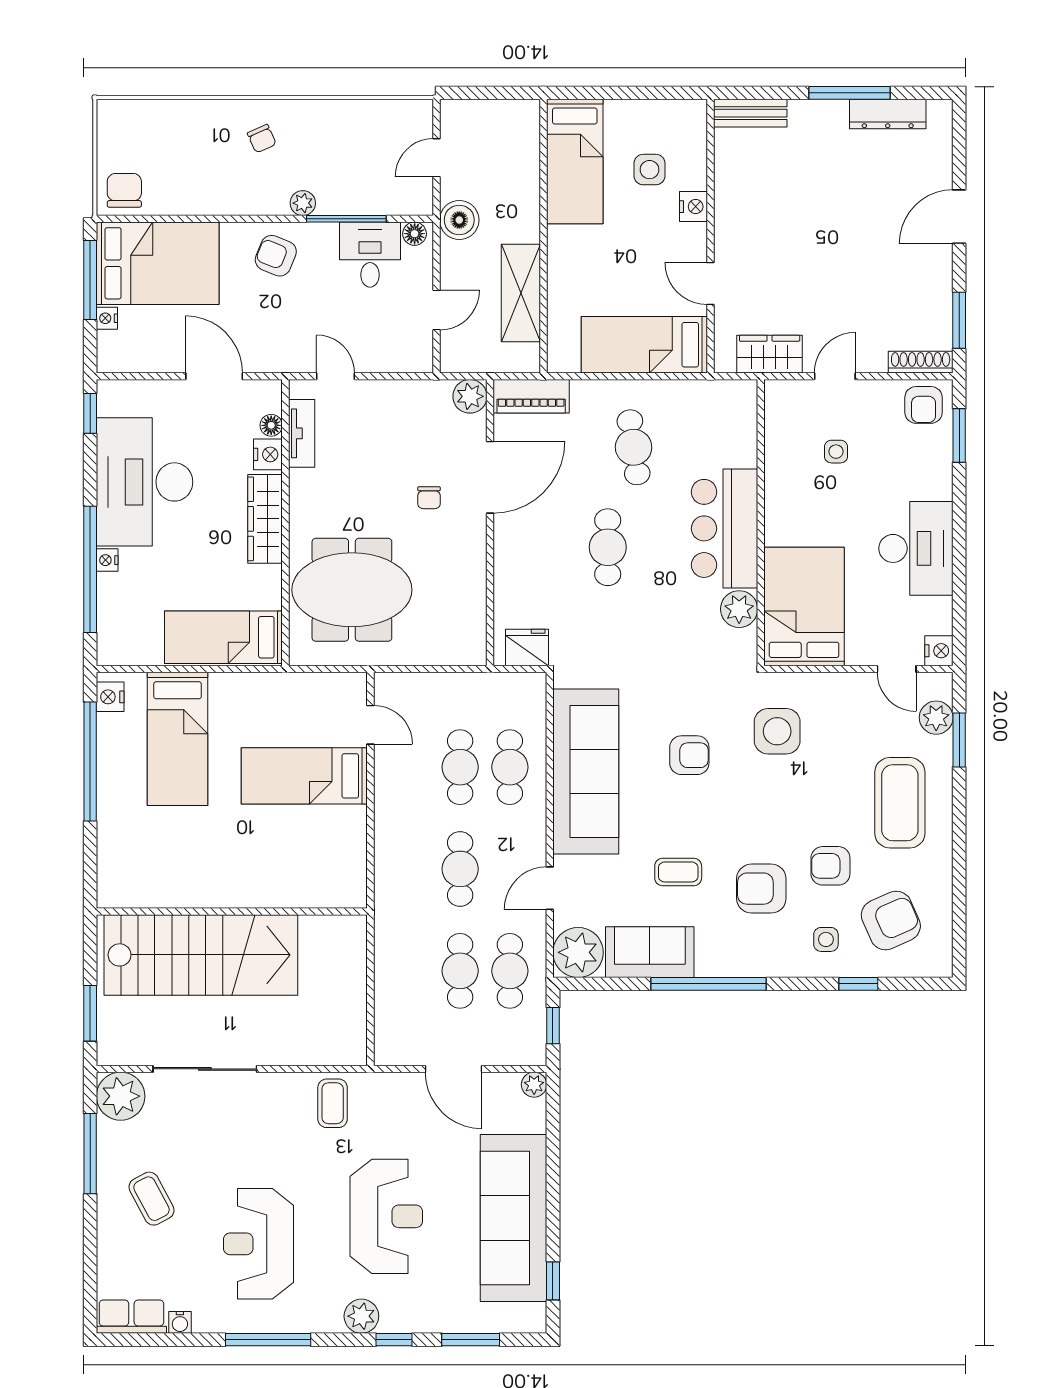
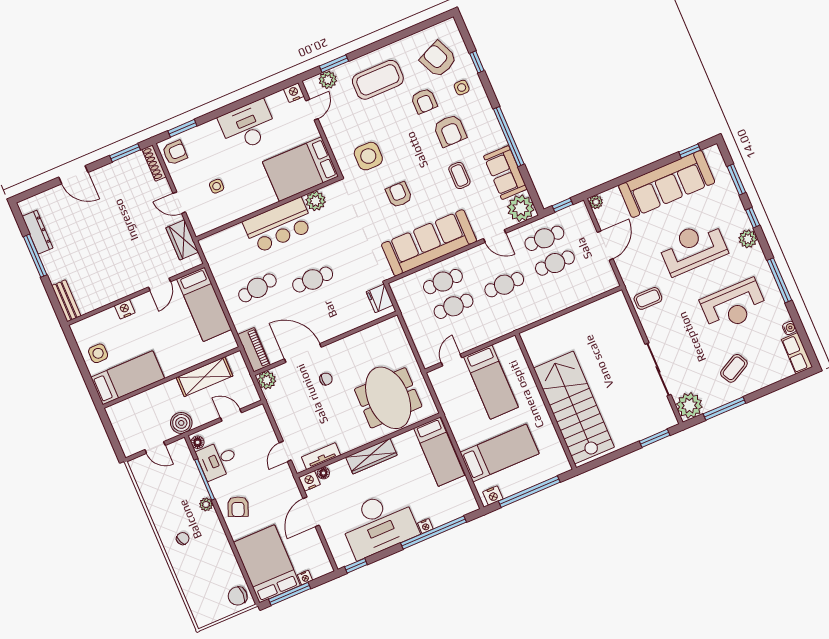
side table: (649, 170) -> (98, 353), moved
nightstand: (268, 454) -> (310, 481), moved
wall: (232, 911) -> (546, 401), moved
stairs: (201, 955) -> (574, 408), moved

